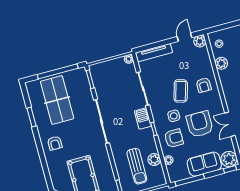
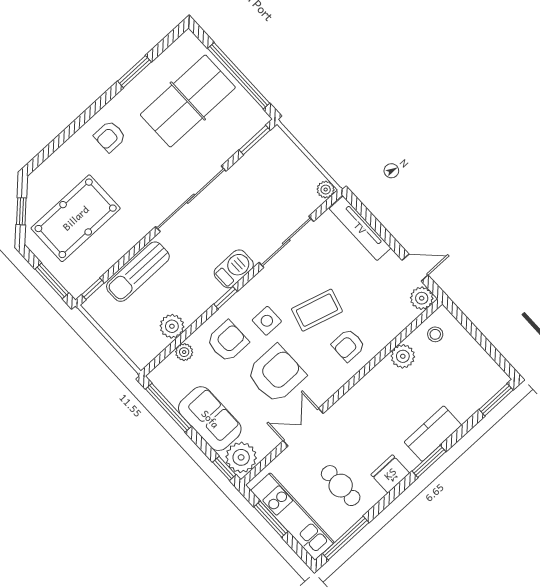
armchair: (174, 138) -> (227, 341), turned -90
sun lounger: (137, 166) -> (138, 272), moved

